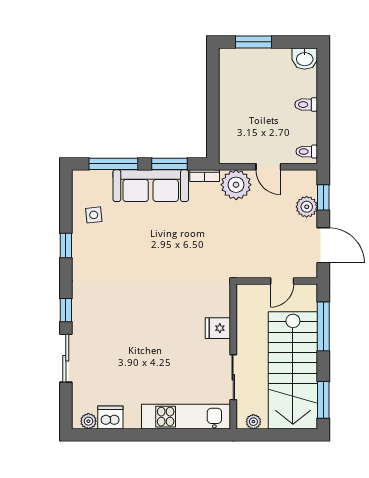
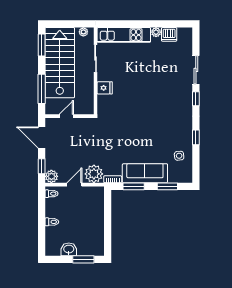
washbasin: (305, 59) -> (69, 249), moved
window: (113, 164) -> (167, 186), width x0.69
door: (268, 167) -> (74, 185), hinge flipped
plant: (307, 207) -> (51, 176), moved
plant: (88, 421) -> (156, 32), moved

